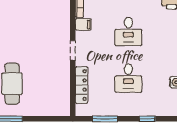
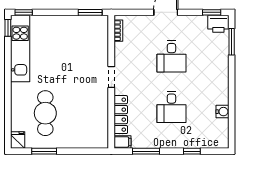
filing cabinet: (83, 24) -> (123, 142), moved

